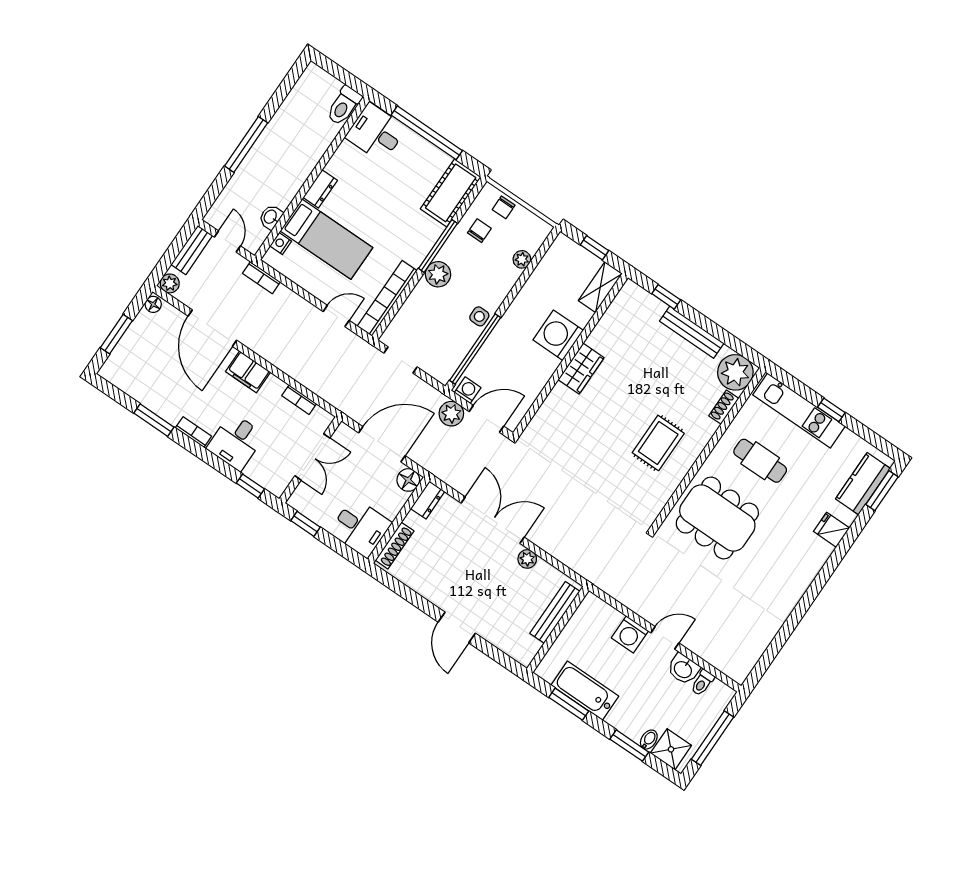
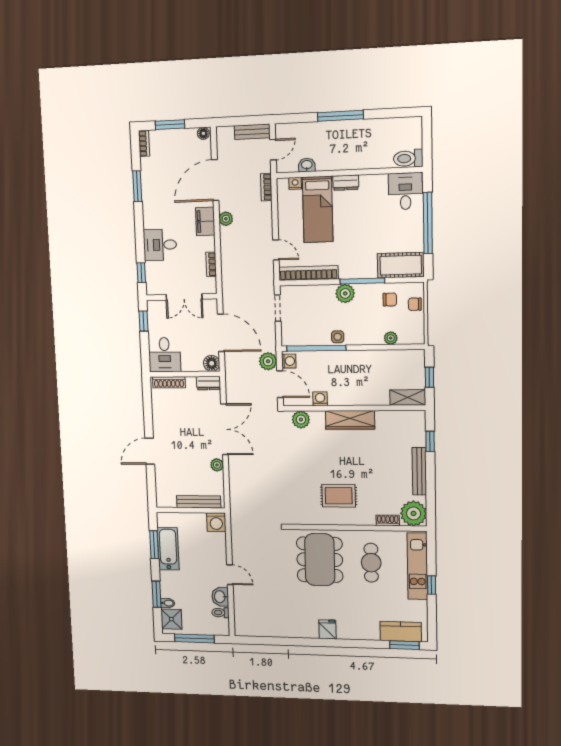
plant: (170, 283) -> (226, 219), moved
washing machine: (558, 335) -> (320, 399), moved, width x0.53, depth x0.53
wardrobe: (581, 369) -> (350, 420), width x1.50
plant: (542, 424) -> (301, 420), added
bookcase: (193, 432) -> (144, 143), moved
fridge: (832, 530) -> (327, 629), moved
washing machine: (630, 634) -> (216, 522), moved, turned -90

